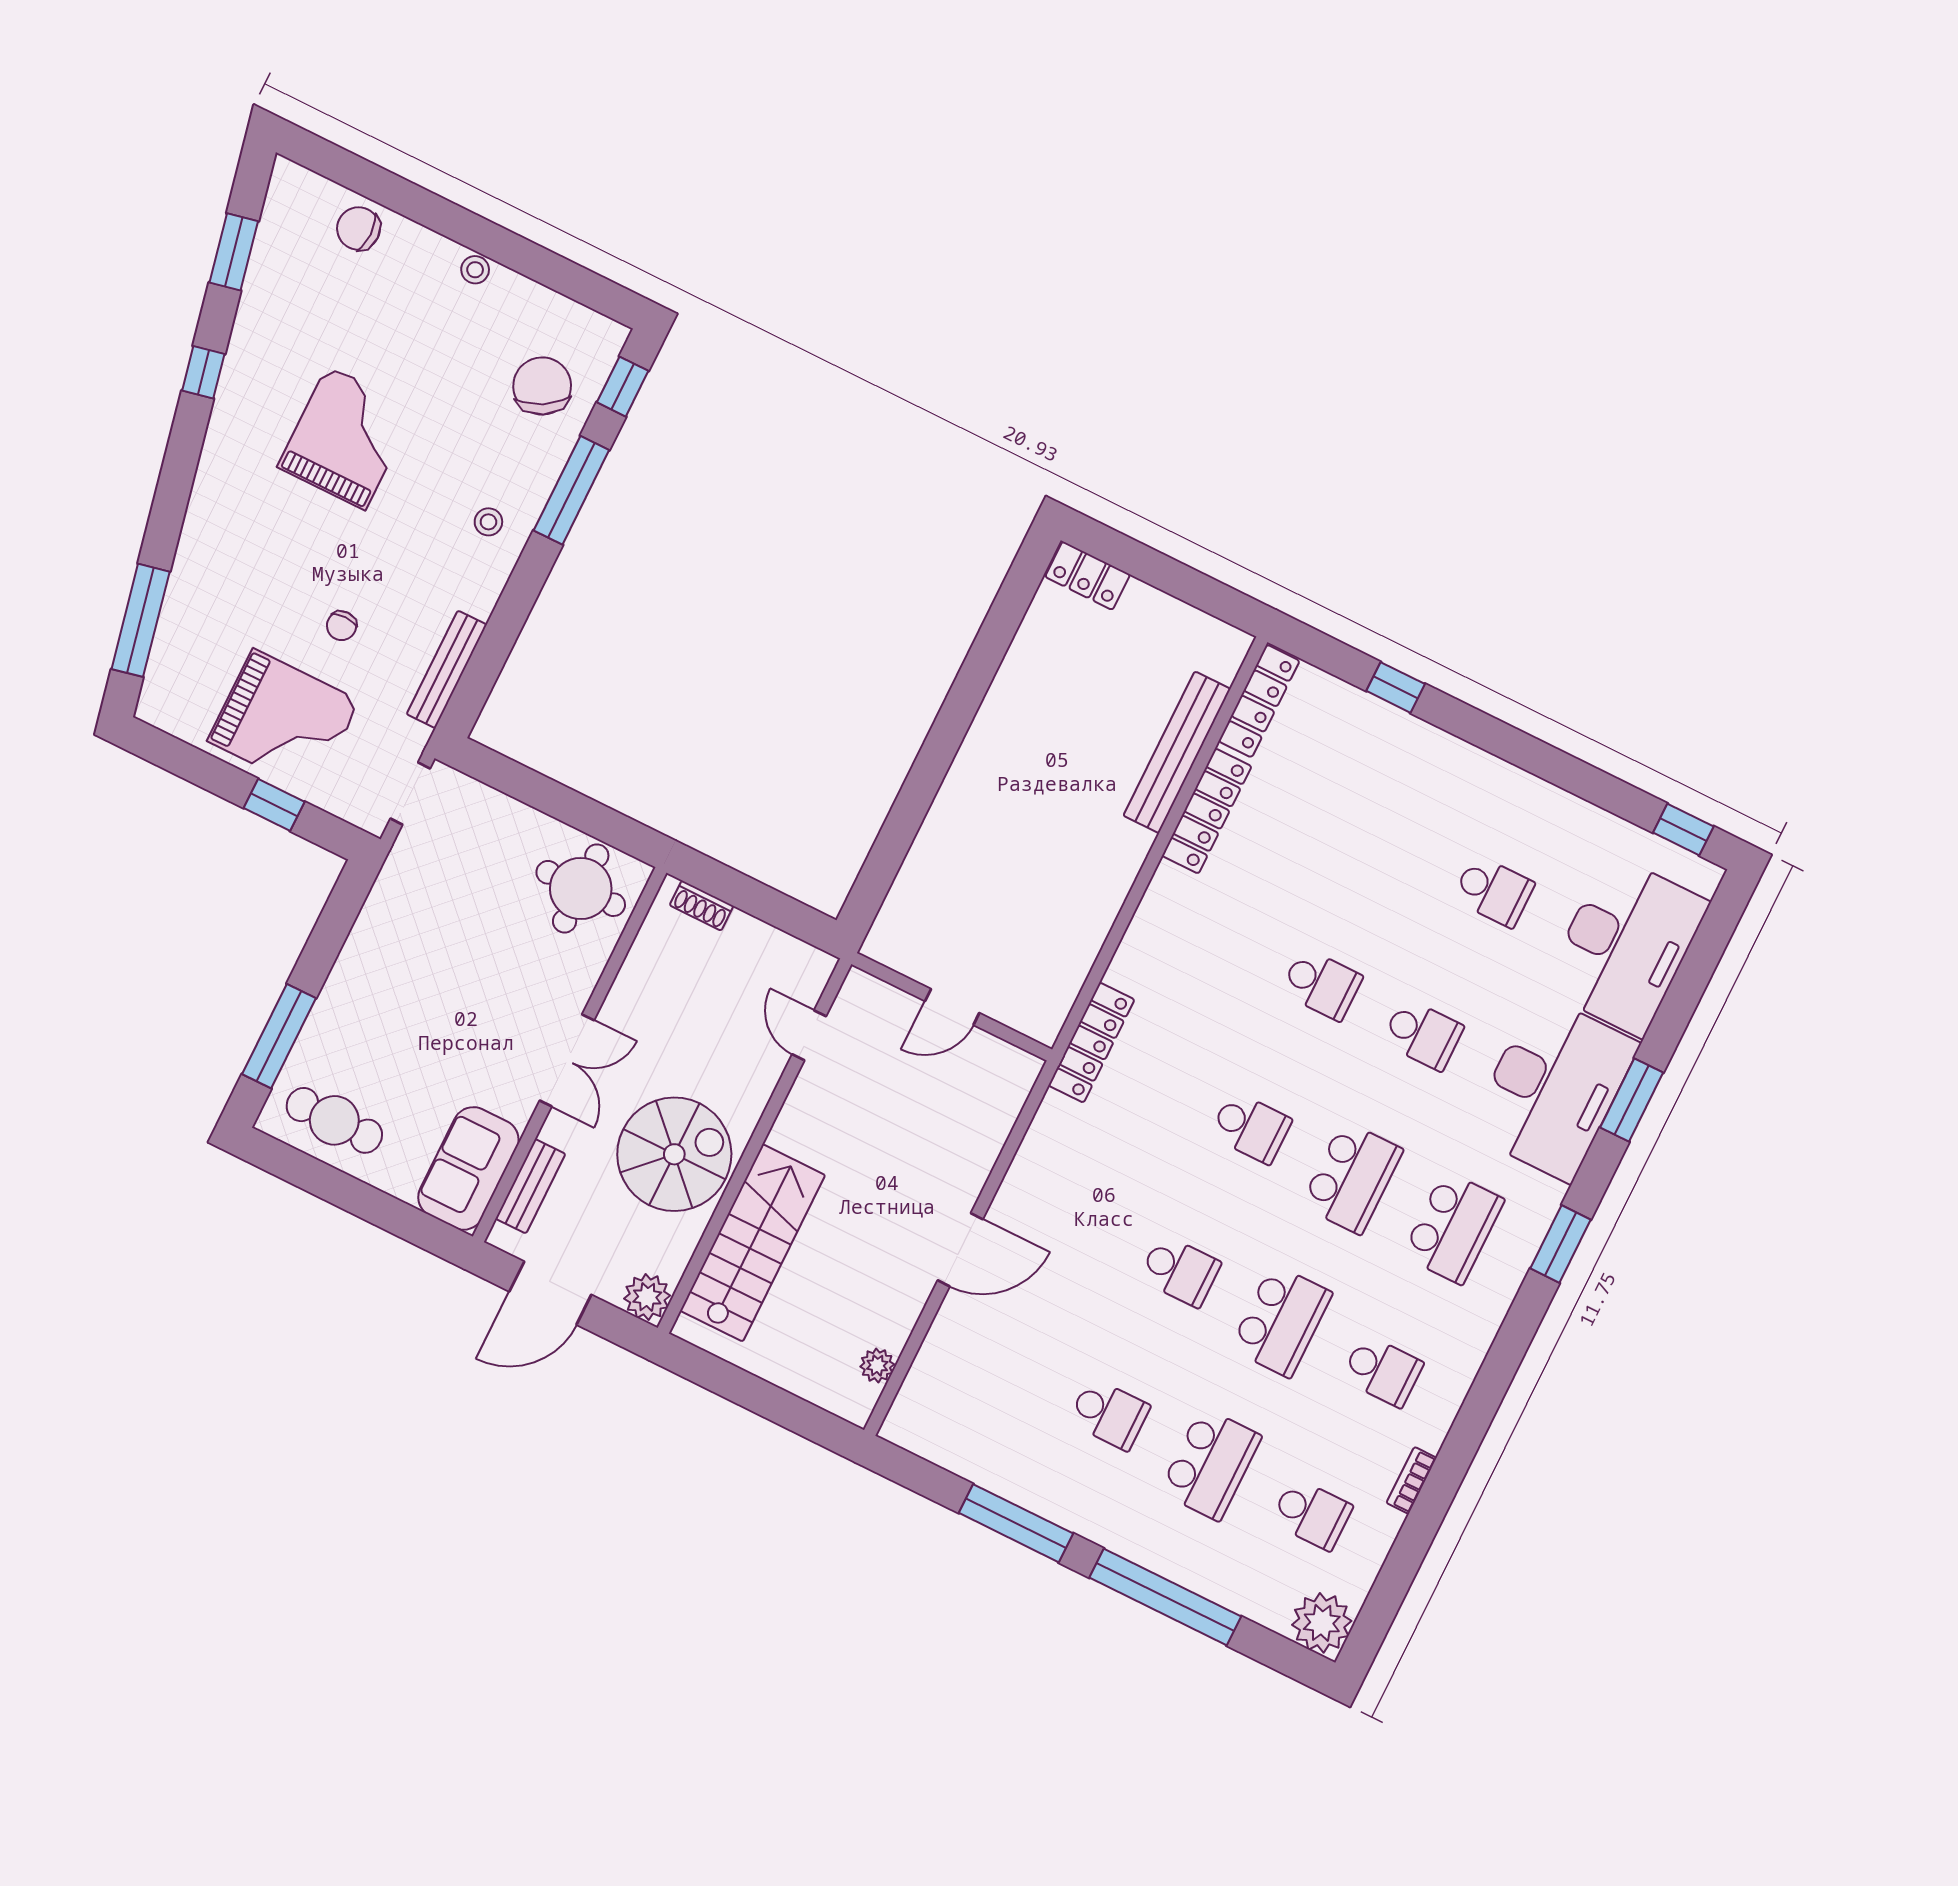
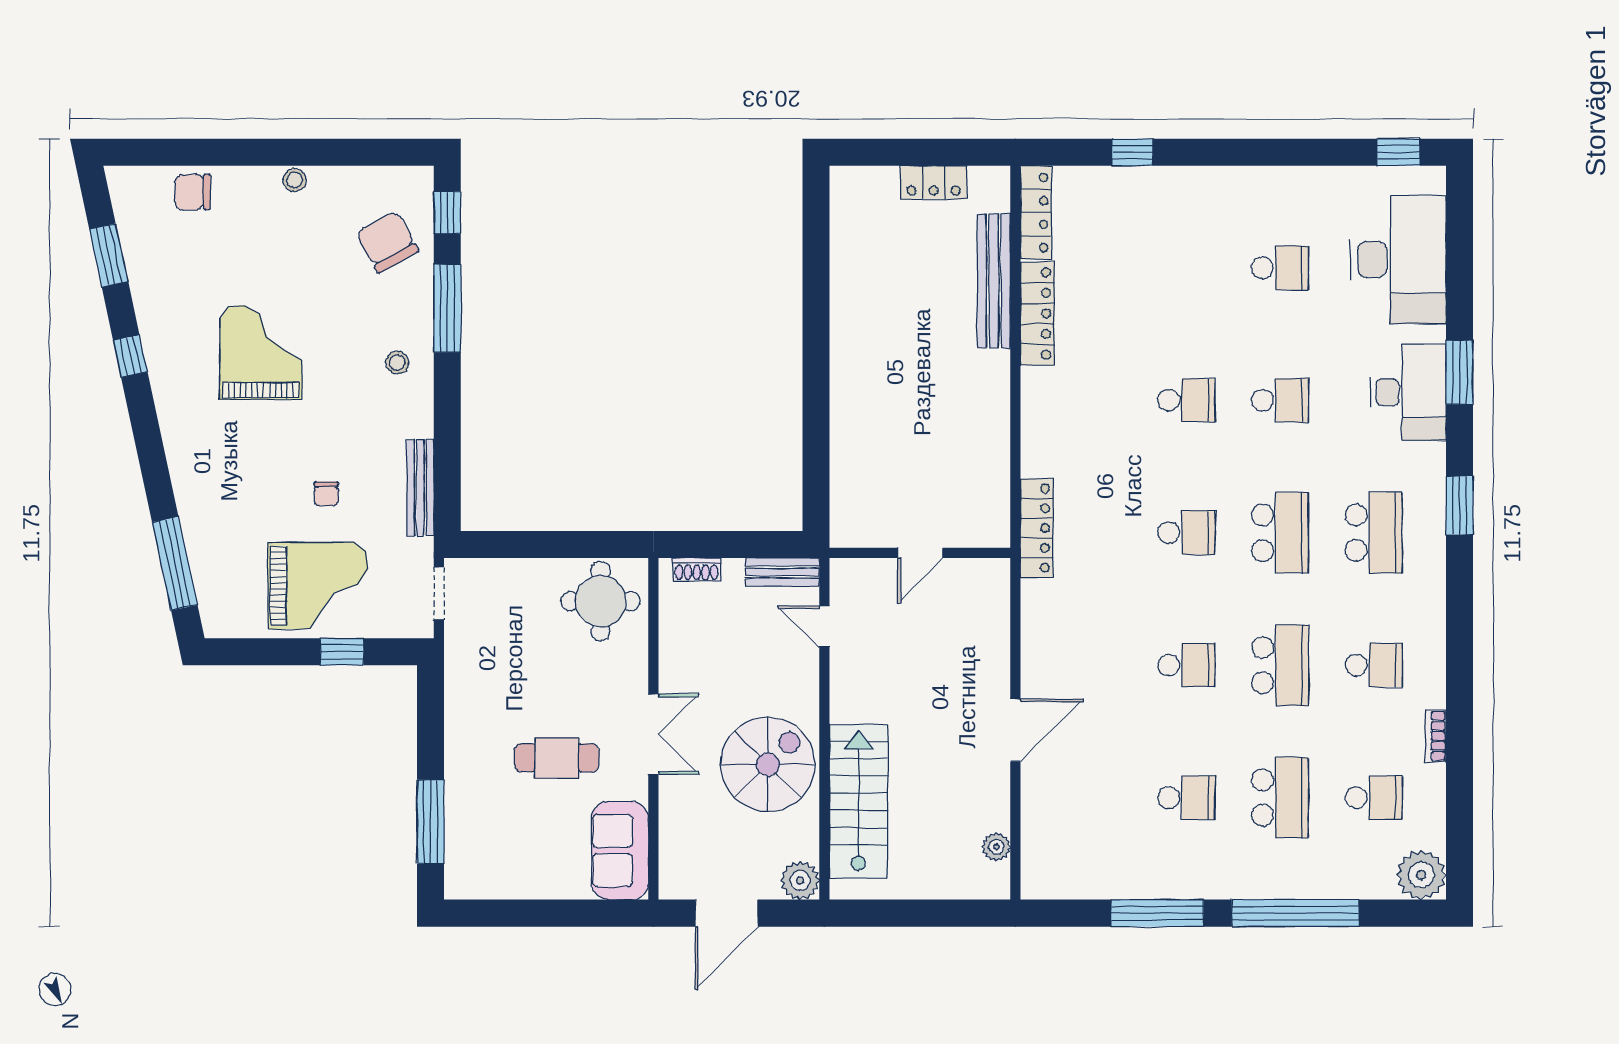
locker: (1088, 576) -> (934, 182), moved
desk: (1553, 1088) -> (1408, 392), width x0.73, depth x0.77
cafe table: (334, 1120) -> (557, 758), moved
bench: (530, 1186) -> (782, 572), moved, turned 90

